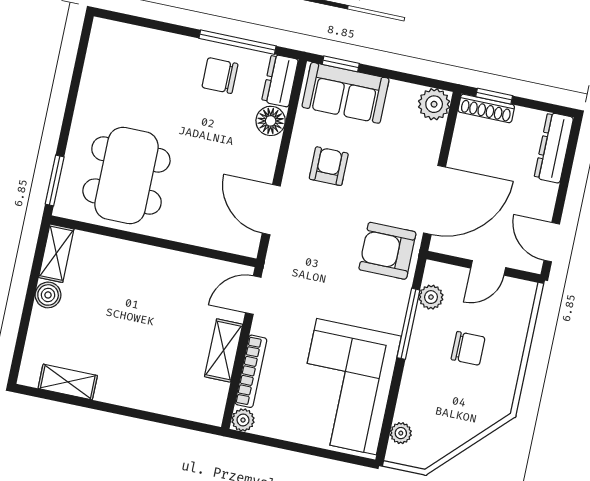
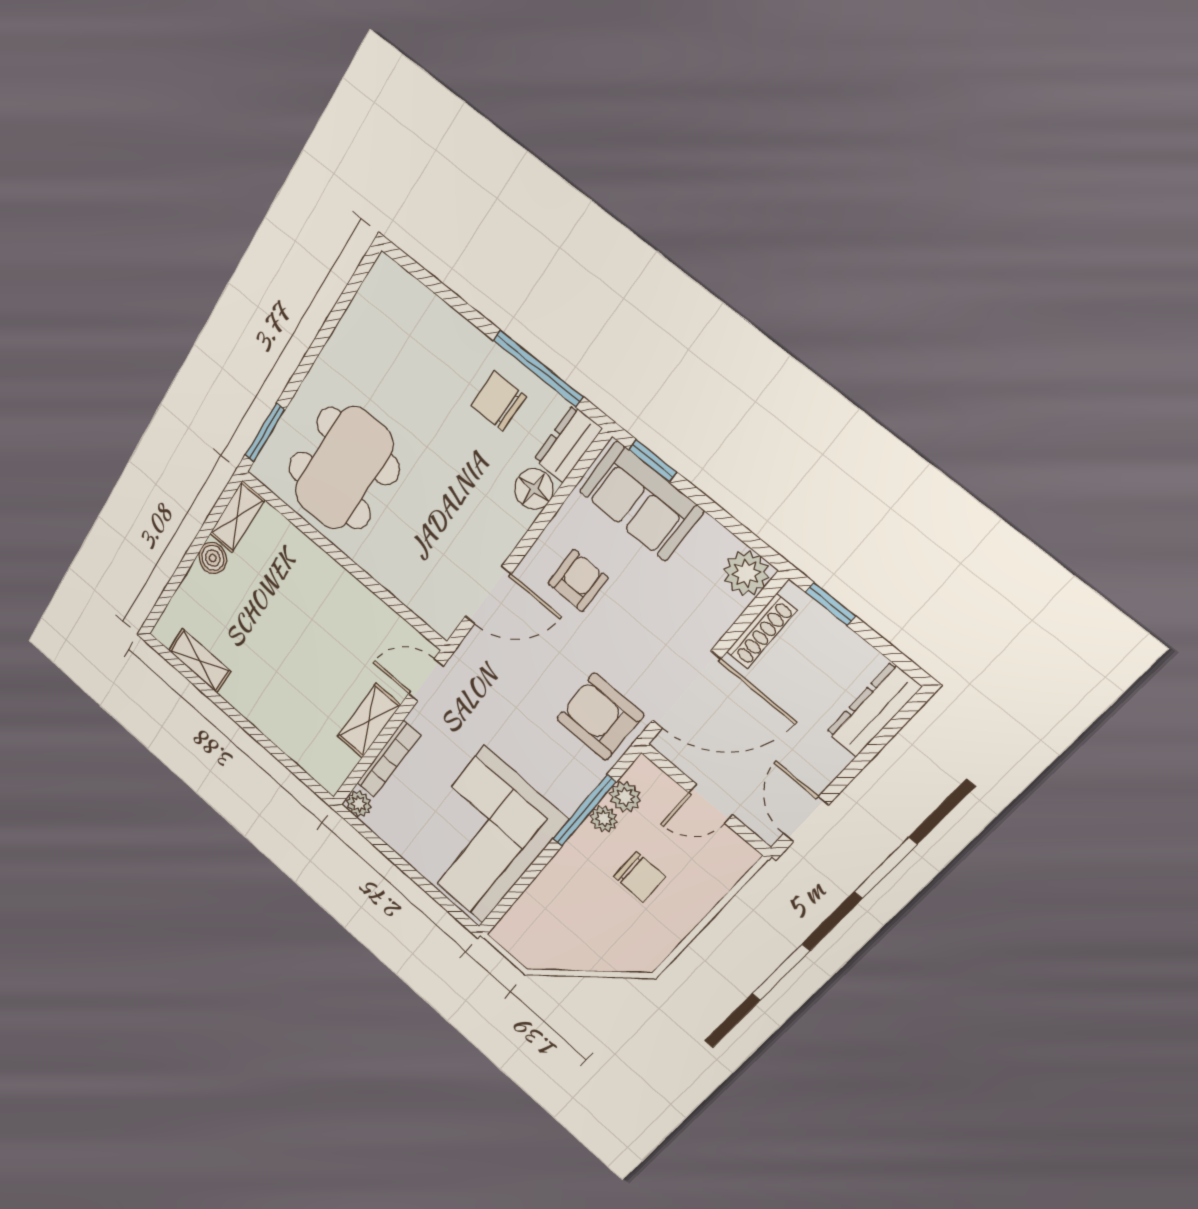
shoe rack: (486, 108) -> (762, 631), moved, turned -90
door: (271, 210) -> (488, 595), swing flipped
plant: (401, 433) -> (604, 819), moved

